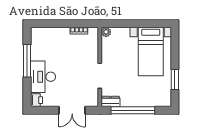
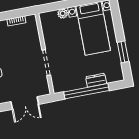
plant: (106, 32) -> (63, 14), moved
dresser: (111, 101) -> (96, 80), moved

